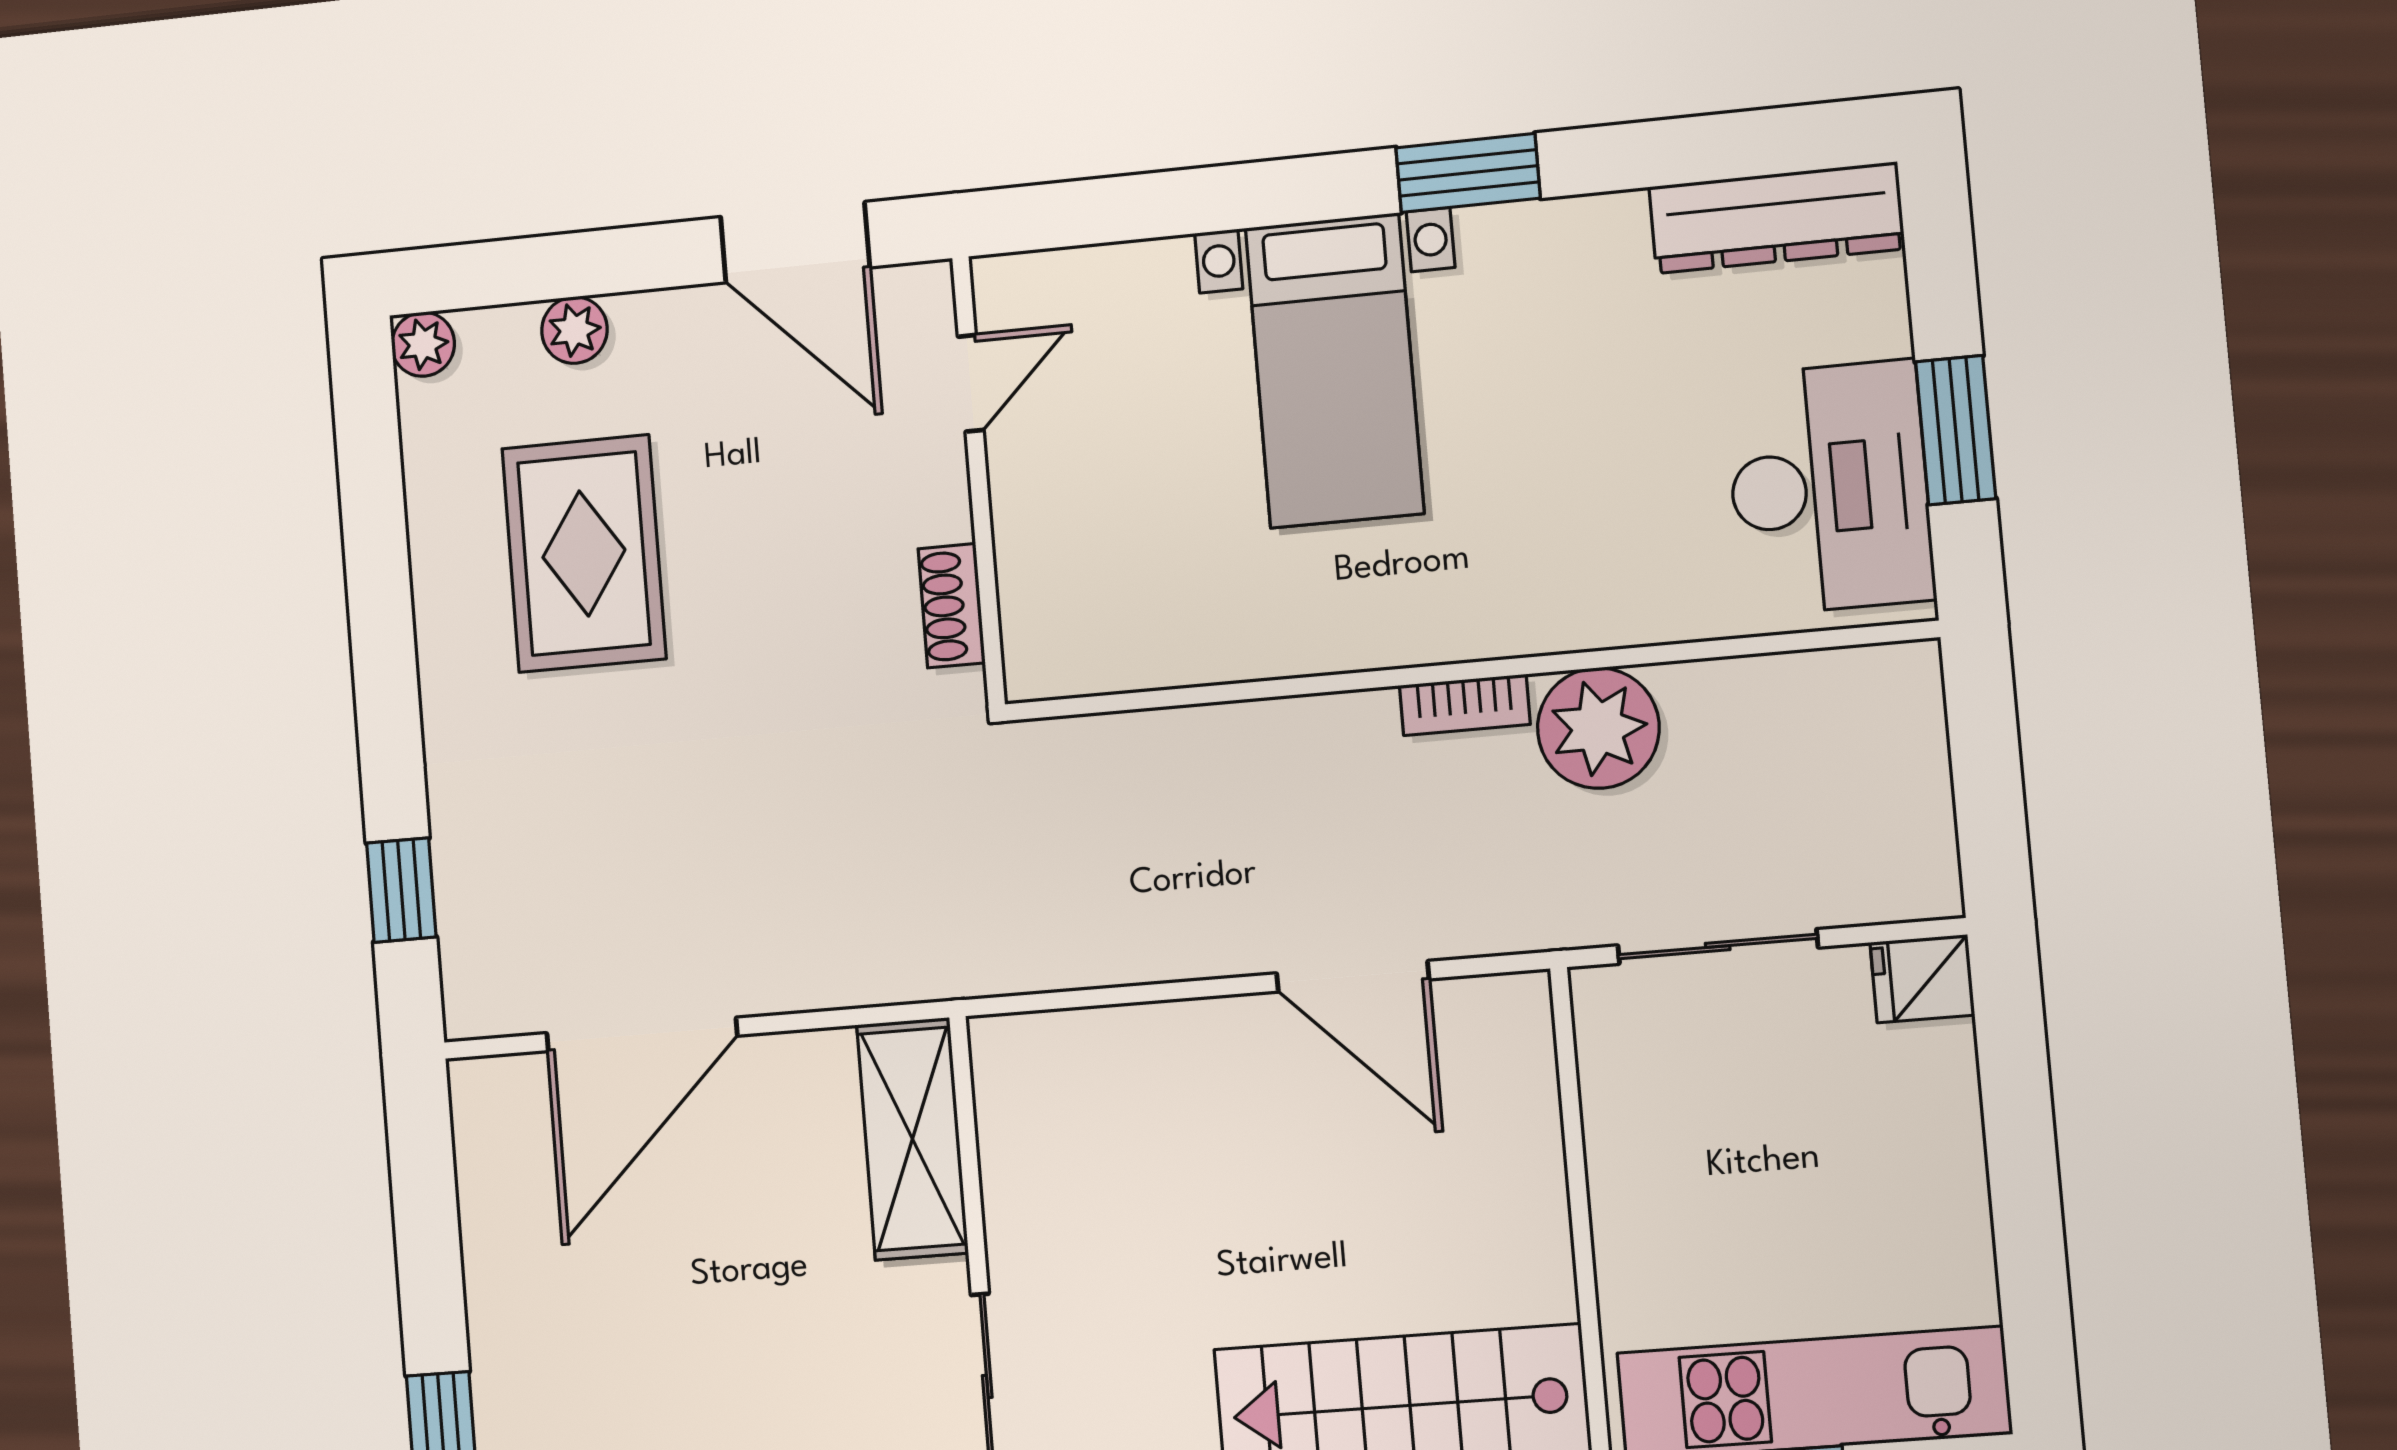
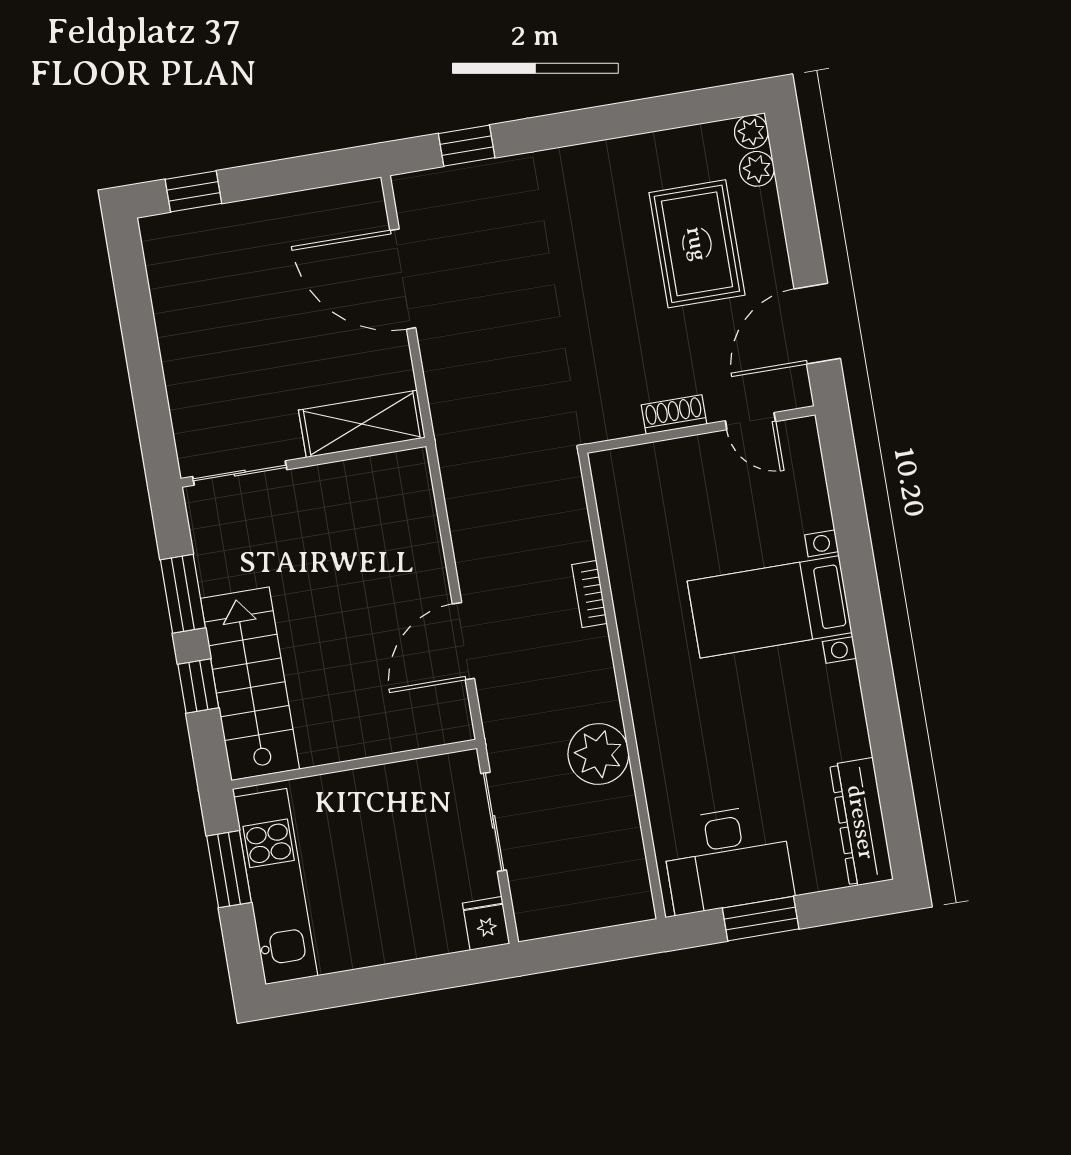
window: (1468, 173) -> (874, 666), removed
plant: (574, 330) -> (757, 169), moved
rug: (584, 554) -> (697, 244), moved, turned 90
shoe rack: (952, 606) -> (674, 415), moved
bookcase: (1465, 705) -> (589, 594), moved

